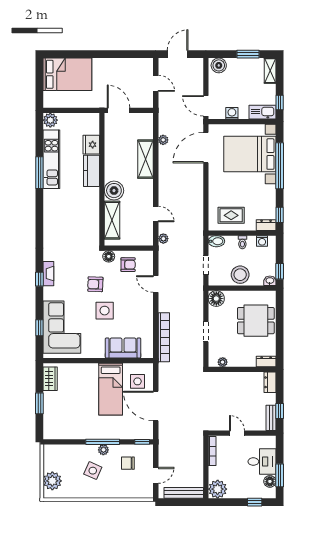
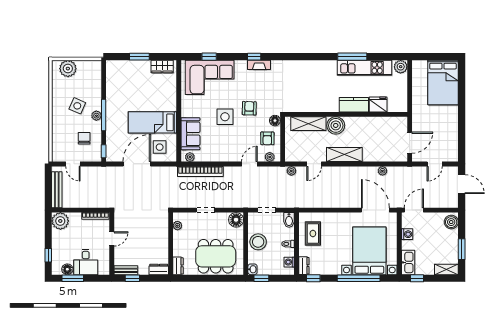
door: (119, 110) -> (410, 143), moved
shelving: (146, 159) -> (344, 155), moved
plant: (148, 262) -> (270, 157), added
dining table: (256, 321) -> (216, 256), width x1.38
plant: (148, 349) -> (190, 157), added

